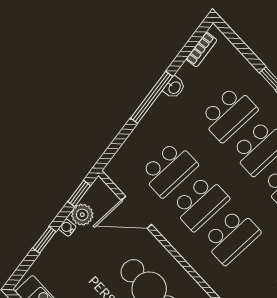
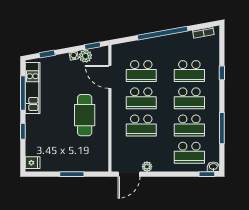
washbasin: (174, 87) -> (176, 38), removed
window: (152, 97) -> (163, 33), width x1.46
window: (44, 240) -> (47, 54), moved

